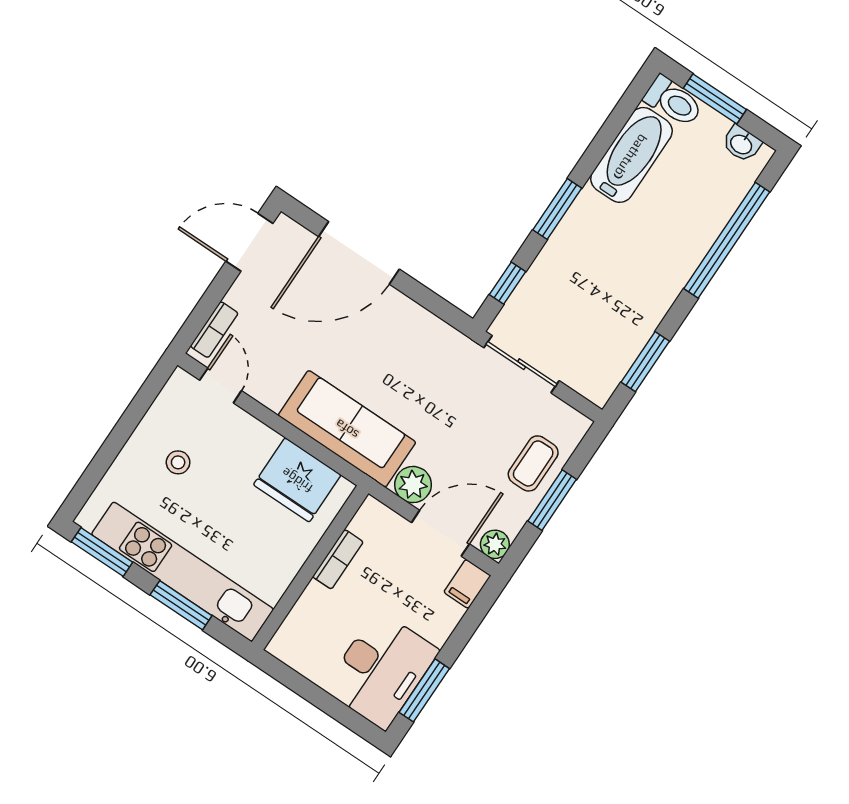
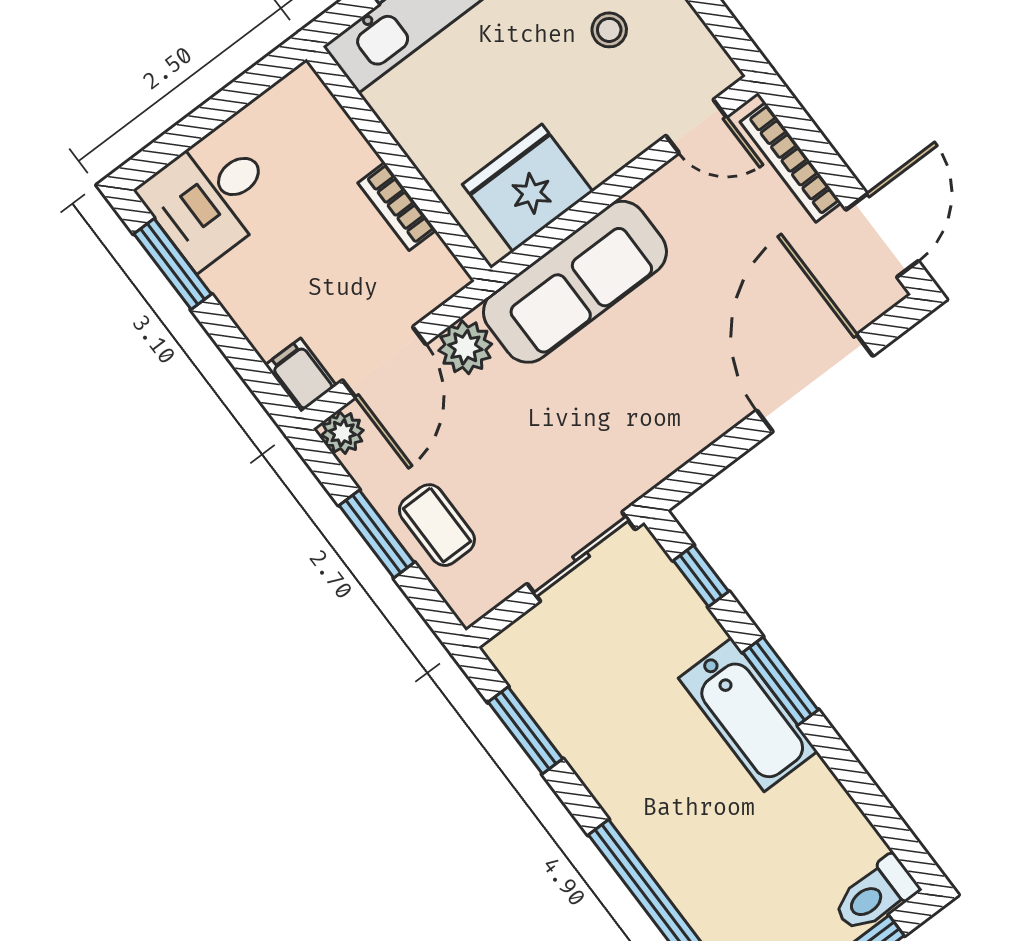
bathtub: (631, 155) -> (748, 715), moved
bookcase: (214, 330) -> (791, 162), width x1.56
desk: (381, 670) -> (210, 198), width x0.73

